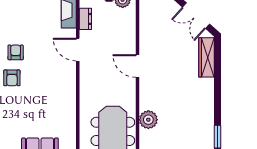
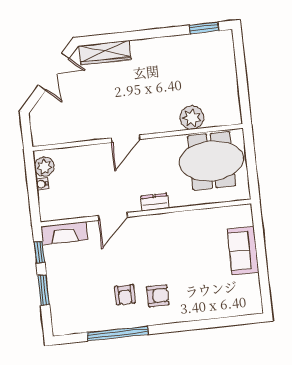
dresser: (85, 19) -> (155, 202), moved
armchair: (16, 52) -> (125, 295), turned -90

